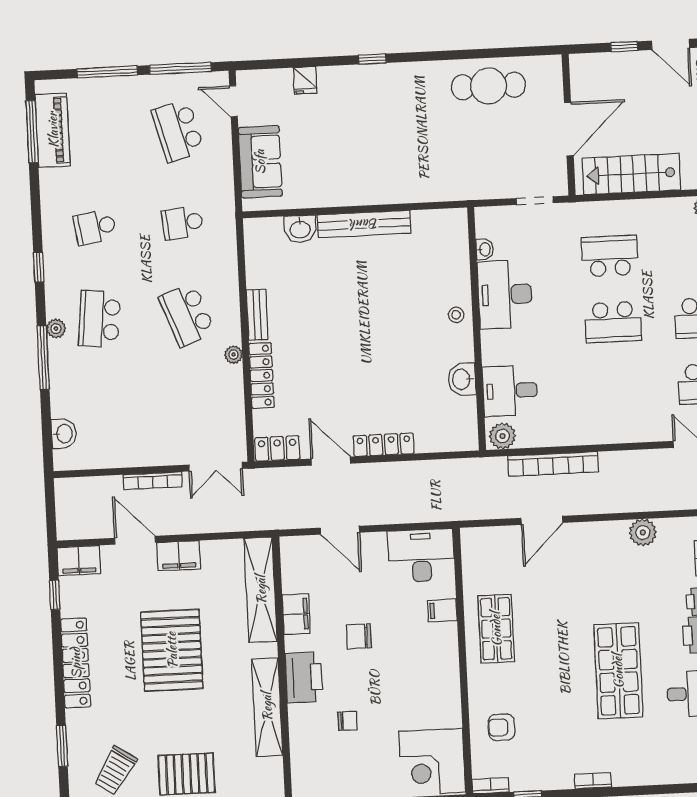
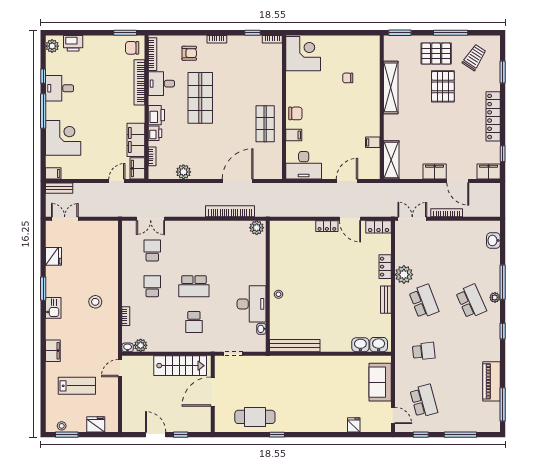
window: (372, 59) -> (277, 435), moved
window: (180, 68) -> (421, 435), width x0.46
piano: (53, 130) -> (491, 381), moved
bench: (364, 224) -> (295, 346), moved
school desk: (95, 227) -> (471, 351), removed
school desk: (610, 256) -> (194, 322), width x0.54
school desk: (99, 319) -> (471, 301), turned -30
school desk: (613, 322) -> (194, 286), turned 180
plant: (234, 355) -> (404, 275), width x1.88, depth x1.88
locker: (262, 375) -> (385, 267), width x0.66
washbasin: (462, 379) -> (379, 345), moved, turned -90
desk: (510, 391) -> (251, 252), removed
locker: (384, 445) -> (327, 226), width x0.66
door: (542, 520) -> (238, 181), width x1.36
door: (340, 530) -> (347, 181), hinge flipped
shelving: (261, 590) -> (391, 160), width x0.68
filing cabinet: (296, 614) -> (373, 142), width x0.50
chair: (359, 636) -> (295, 113), moved
pallet: (172, 650) -> (443, 86), moved, width x0.73, depth x0.71
printer: (304, 677) -> (370, 103), removed
armchair: (501, 727) -> (189, 53), moved

